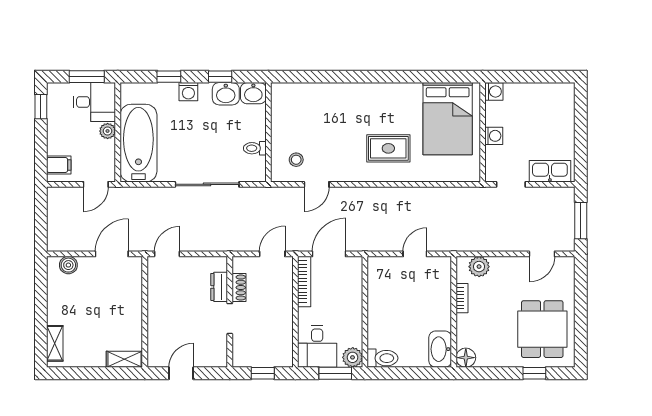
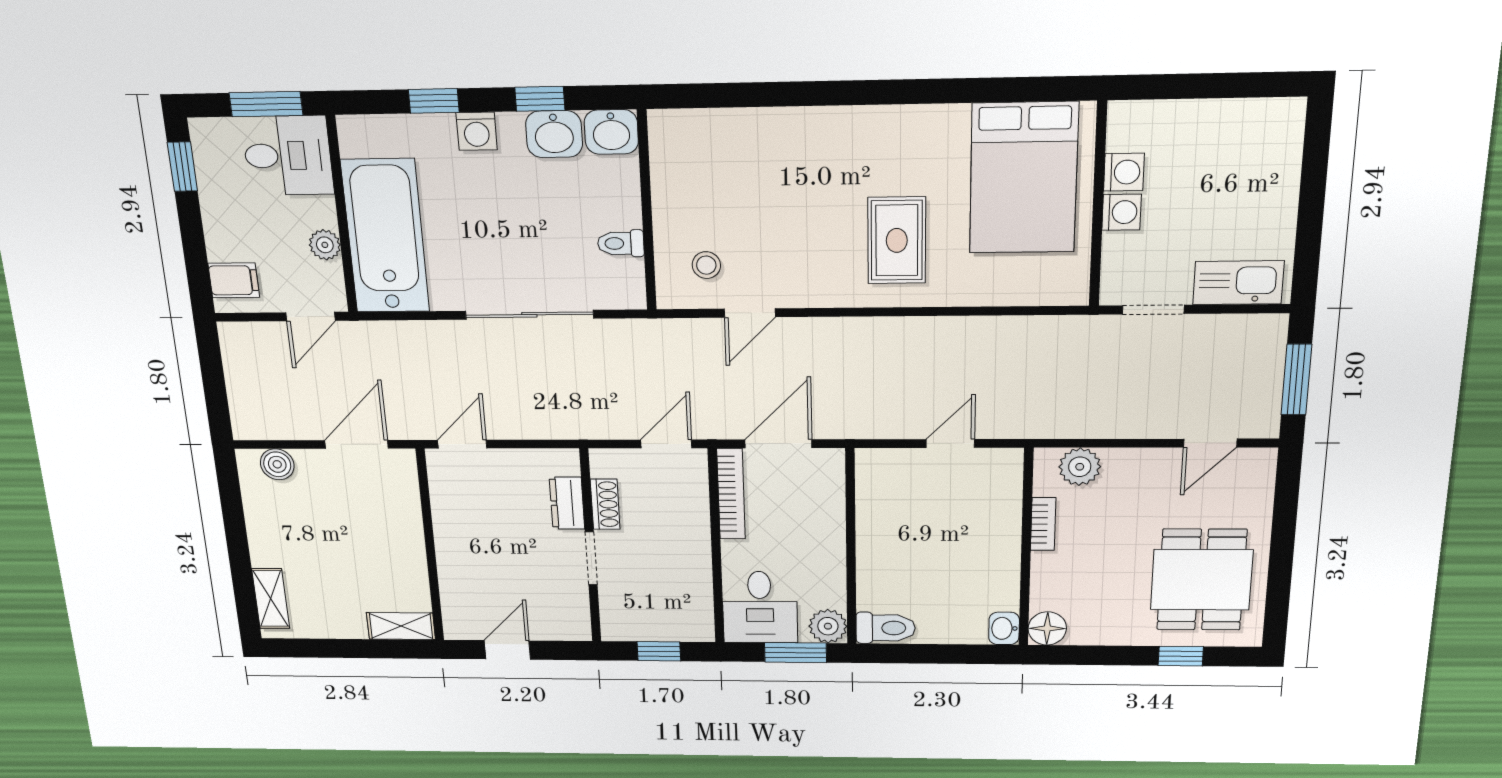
washing machine: (494, 92) -> (1124, 172), moved
plant: (108, 131) -> (325, 245), moved
rug: (388, 148) -> (897, 240), turned 90
washbasin: (440, 349) -> (1004, 628), width x0.52, depth x0.69

